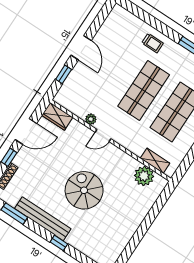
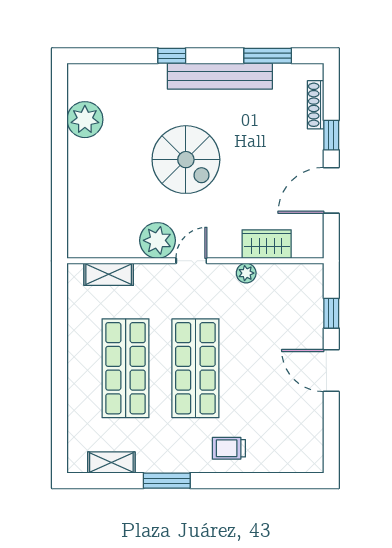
wardrobe: (57, 116) -> (267, 244), moved
door: (103, 135) -> (191, 261), moved
plant: (144, 176) -> (157, 240), moved
plant: (119, 240) -> (85, 120), added

